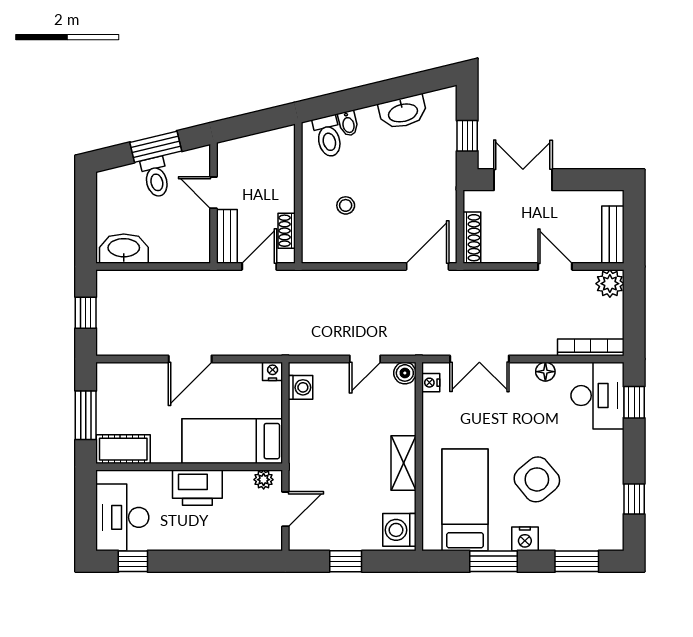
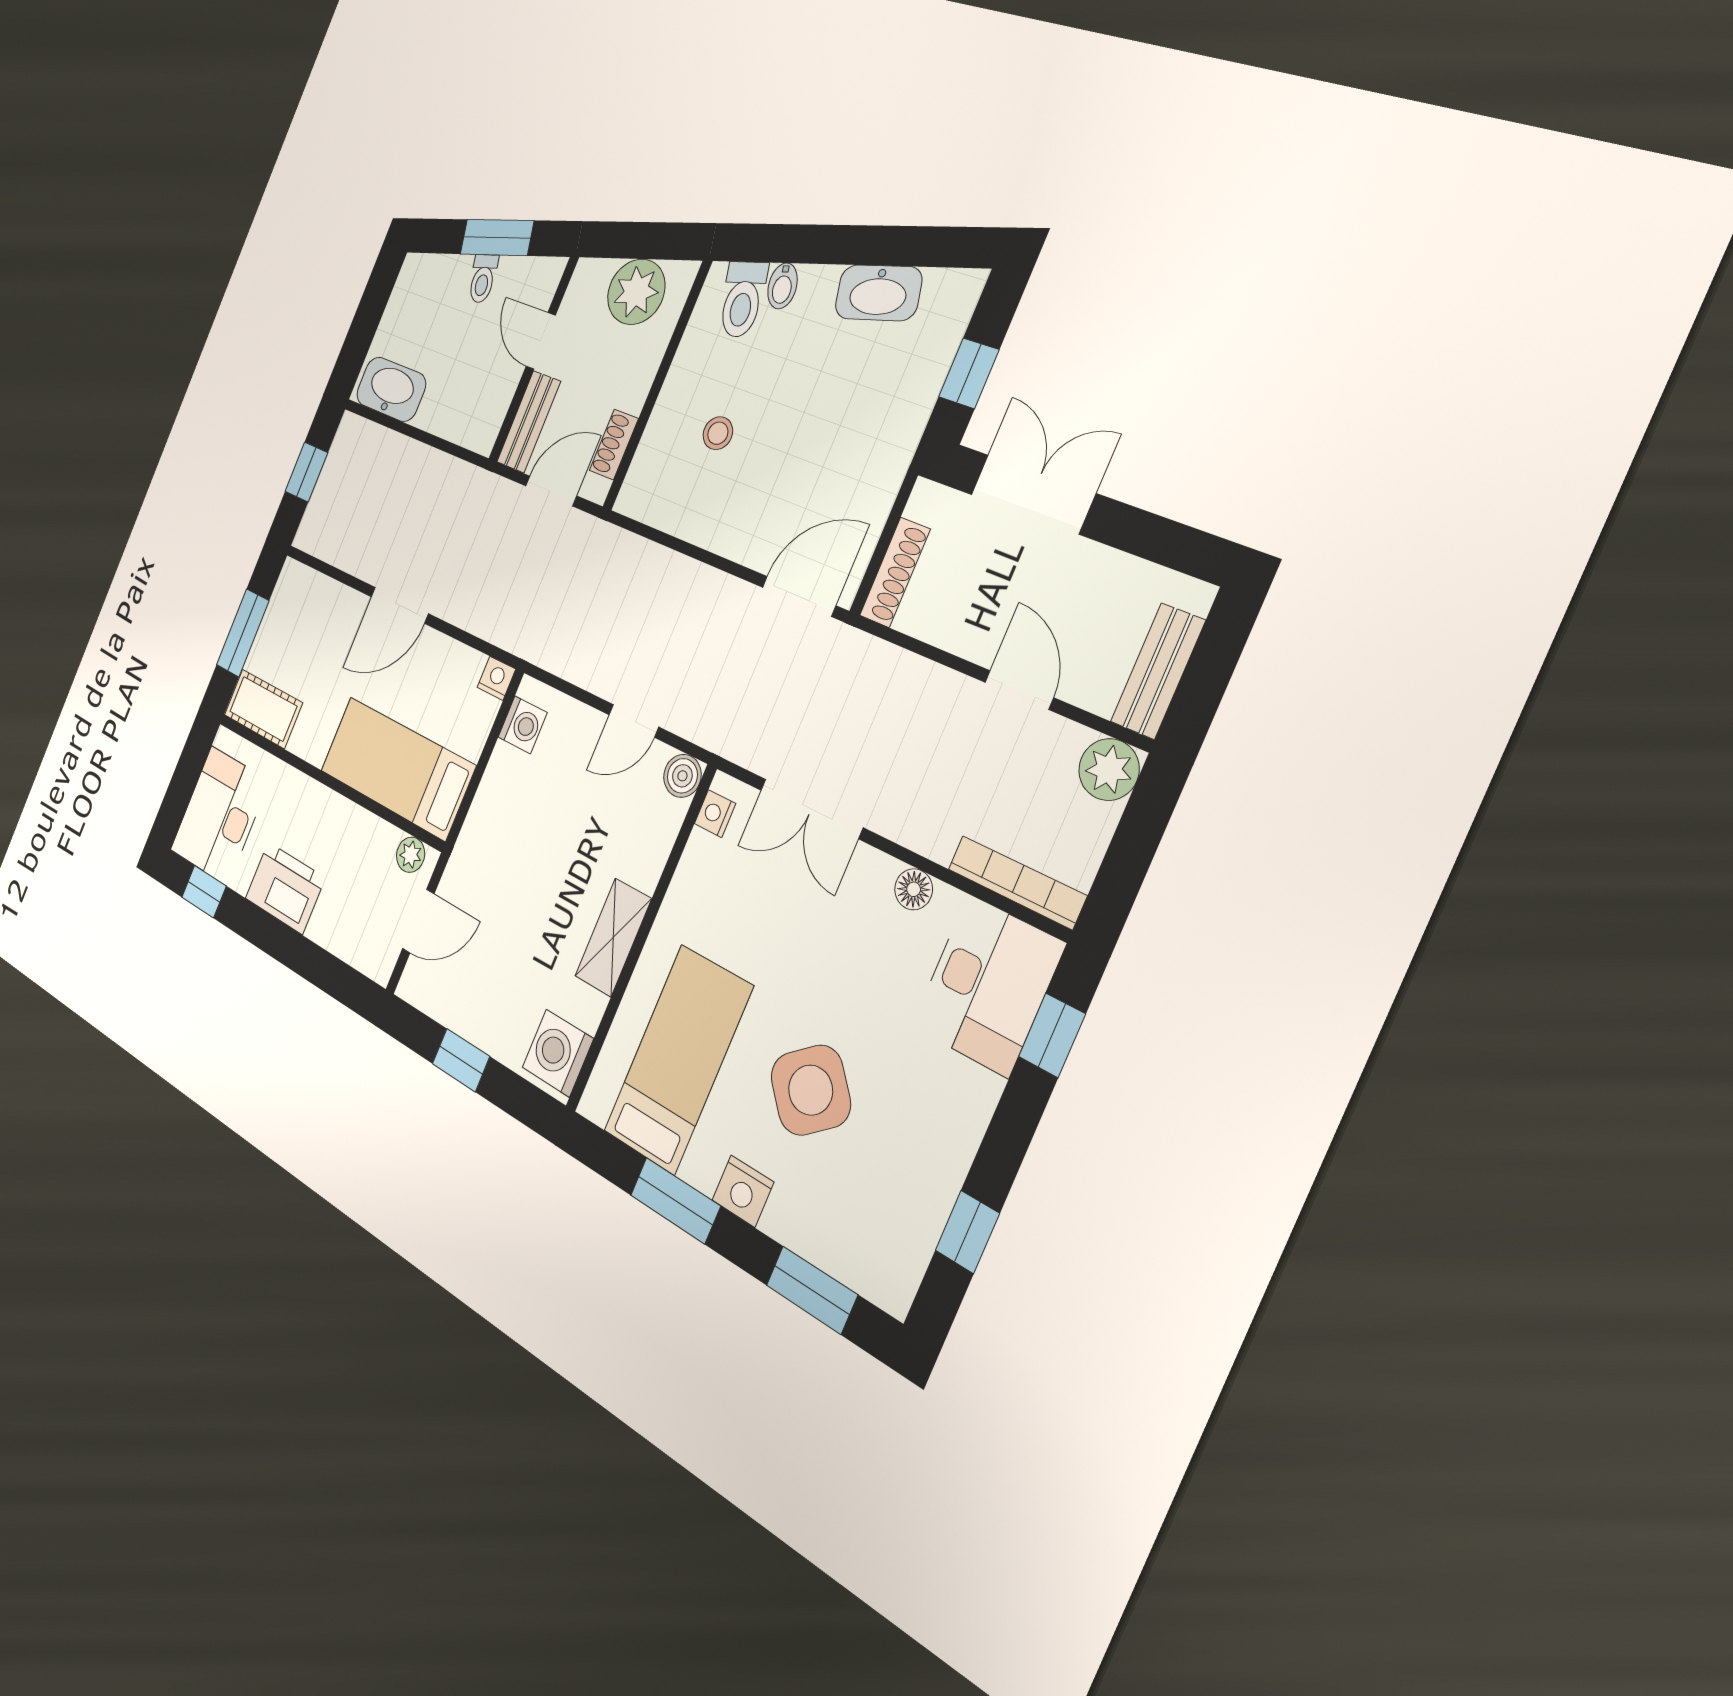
plant: (262, 150) -> (636, 292), added
toilet: (156, 177) -> (483, 279), width x0.73, depth x0.72
printer: (197, 488) -> (285, 888), moved, turned 180

